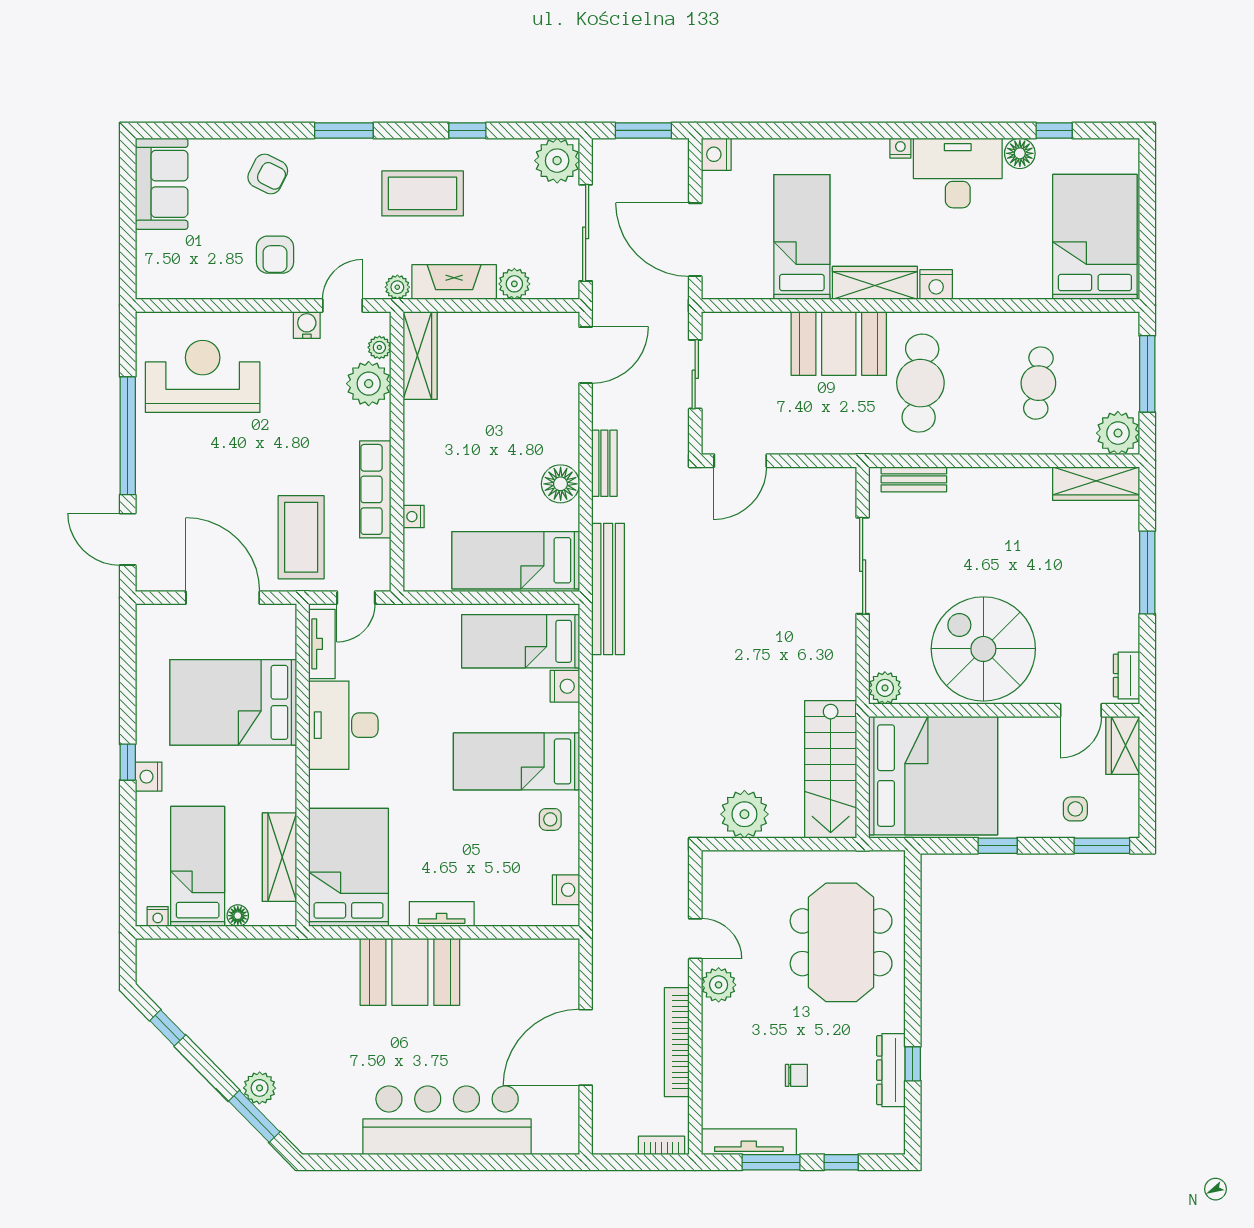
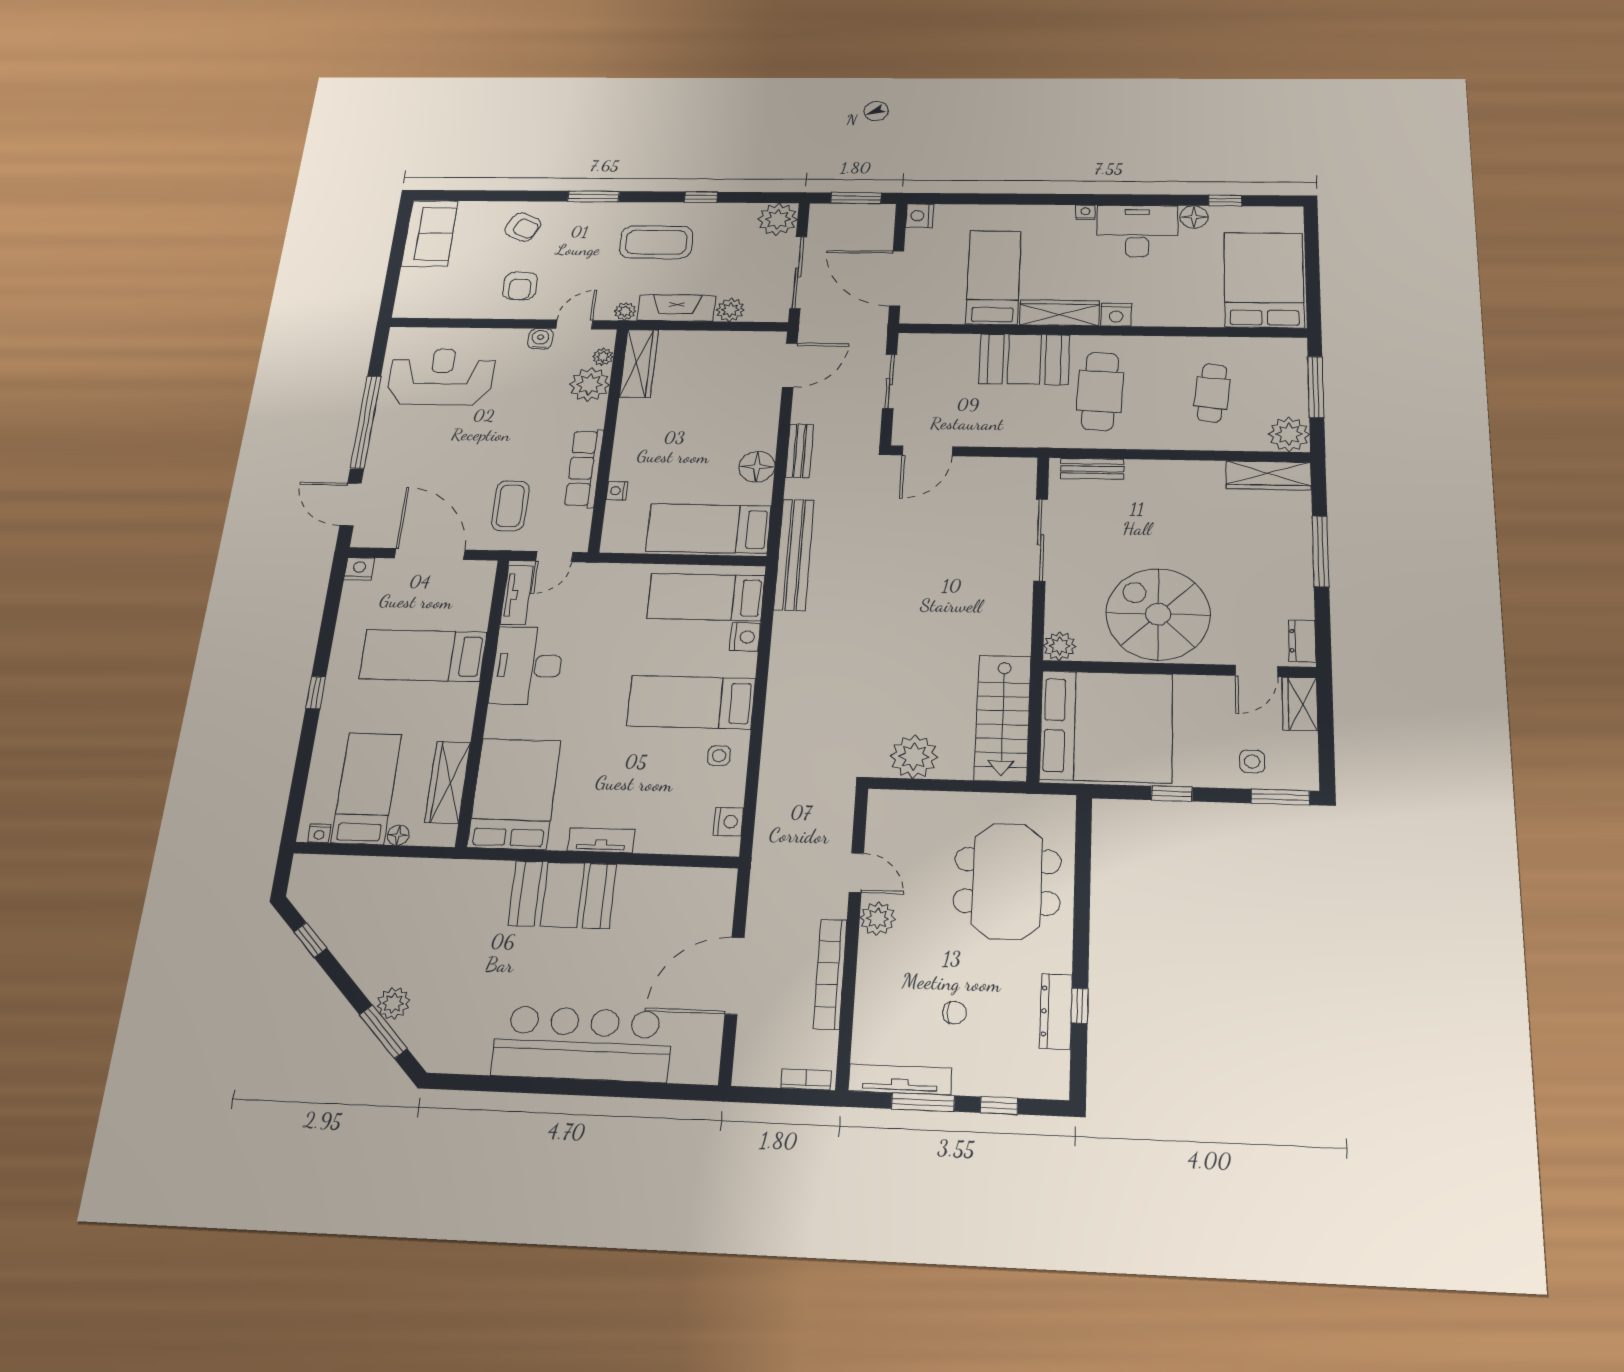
coffee table: (301, 537) -> (510, 506), width x0.73, depth x0.76
bed: (233, 702) -> (423, 655), width x0.67
nightstand: (149, 777) -> (359, 569), moved, turned 90

